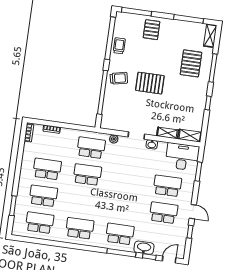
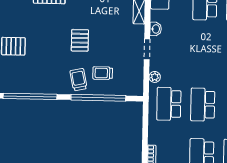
trolley: (119, 46) -> (103, 73), moved
pallet: (150, 83) -> (80, 40), width x0.67, depth x0.71

